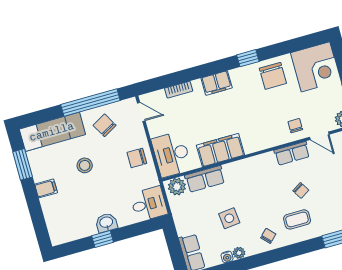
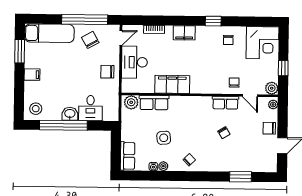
chair: (273, 76) -> (228, 40), width x0.54, depth x0.54
door: (141, 112) -> (121, 38), hinge flipped
desk: (171, 154) -> (134, 62), moved
stool: (85, 165) -> (36, 109), moved
desk: (149, 204) -> (90, 108), moved, turned 90
coffee table: (297, 219) -> (215, 154), removed
window: (103, 239) -> (63, 125), width x3.17

